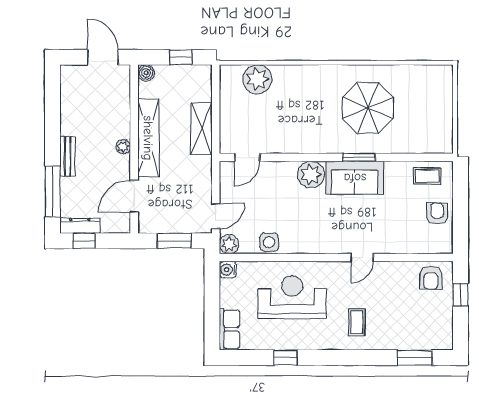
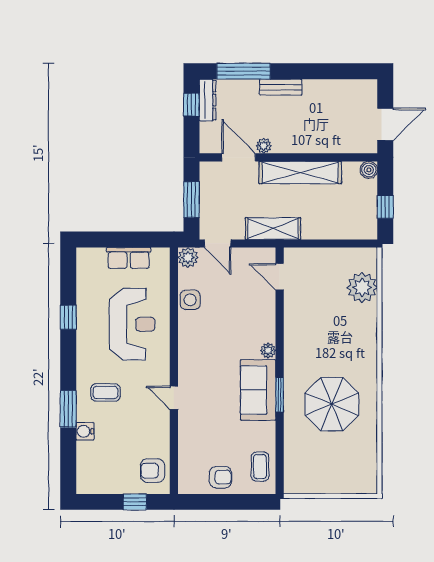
shelving: (202, 129) -> (273, 229), moved
plant: (123, 147) -> (264, 146), moved
plant: (311, 174) -> (268, 350), width x0.53, depth x0.53
water cooler: (228, 270) -> (85, 431), moved, turned -90
row of seats: (229, 329) -> (129, 258), moved
window: (415, 358) -> (68, 409), moved

